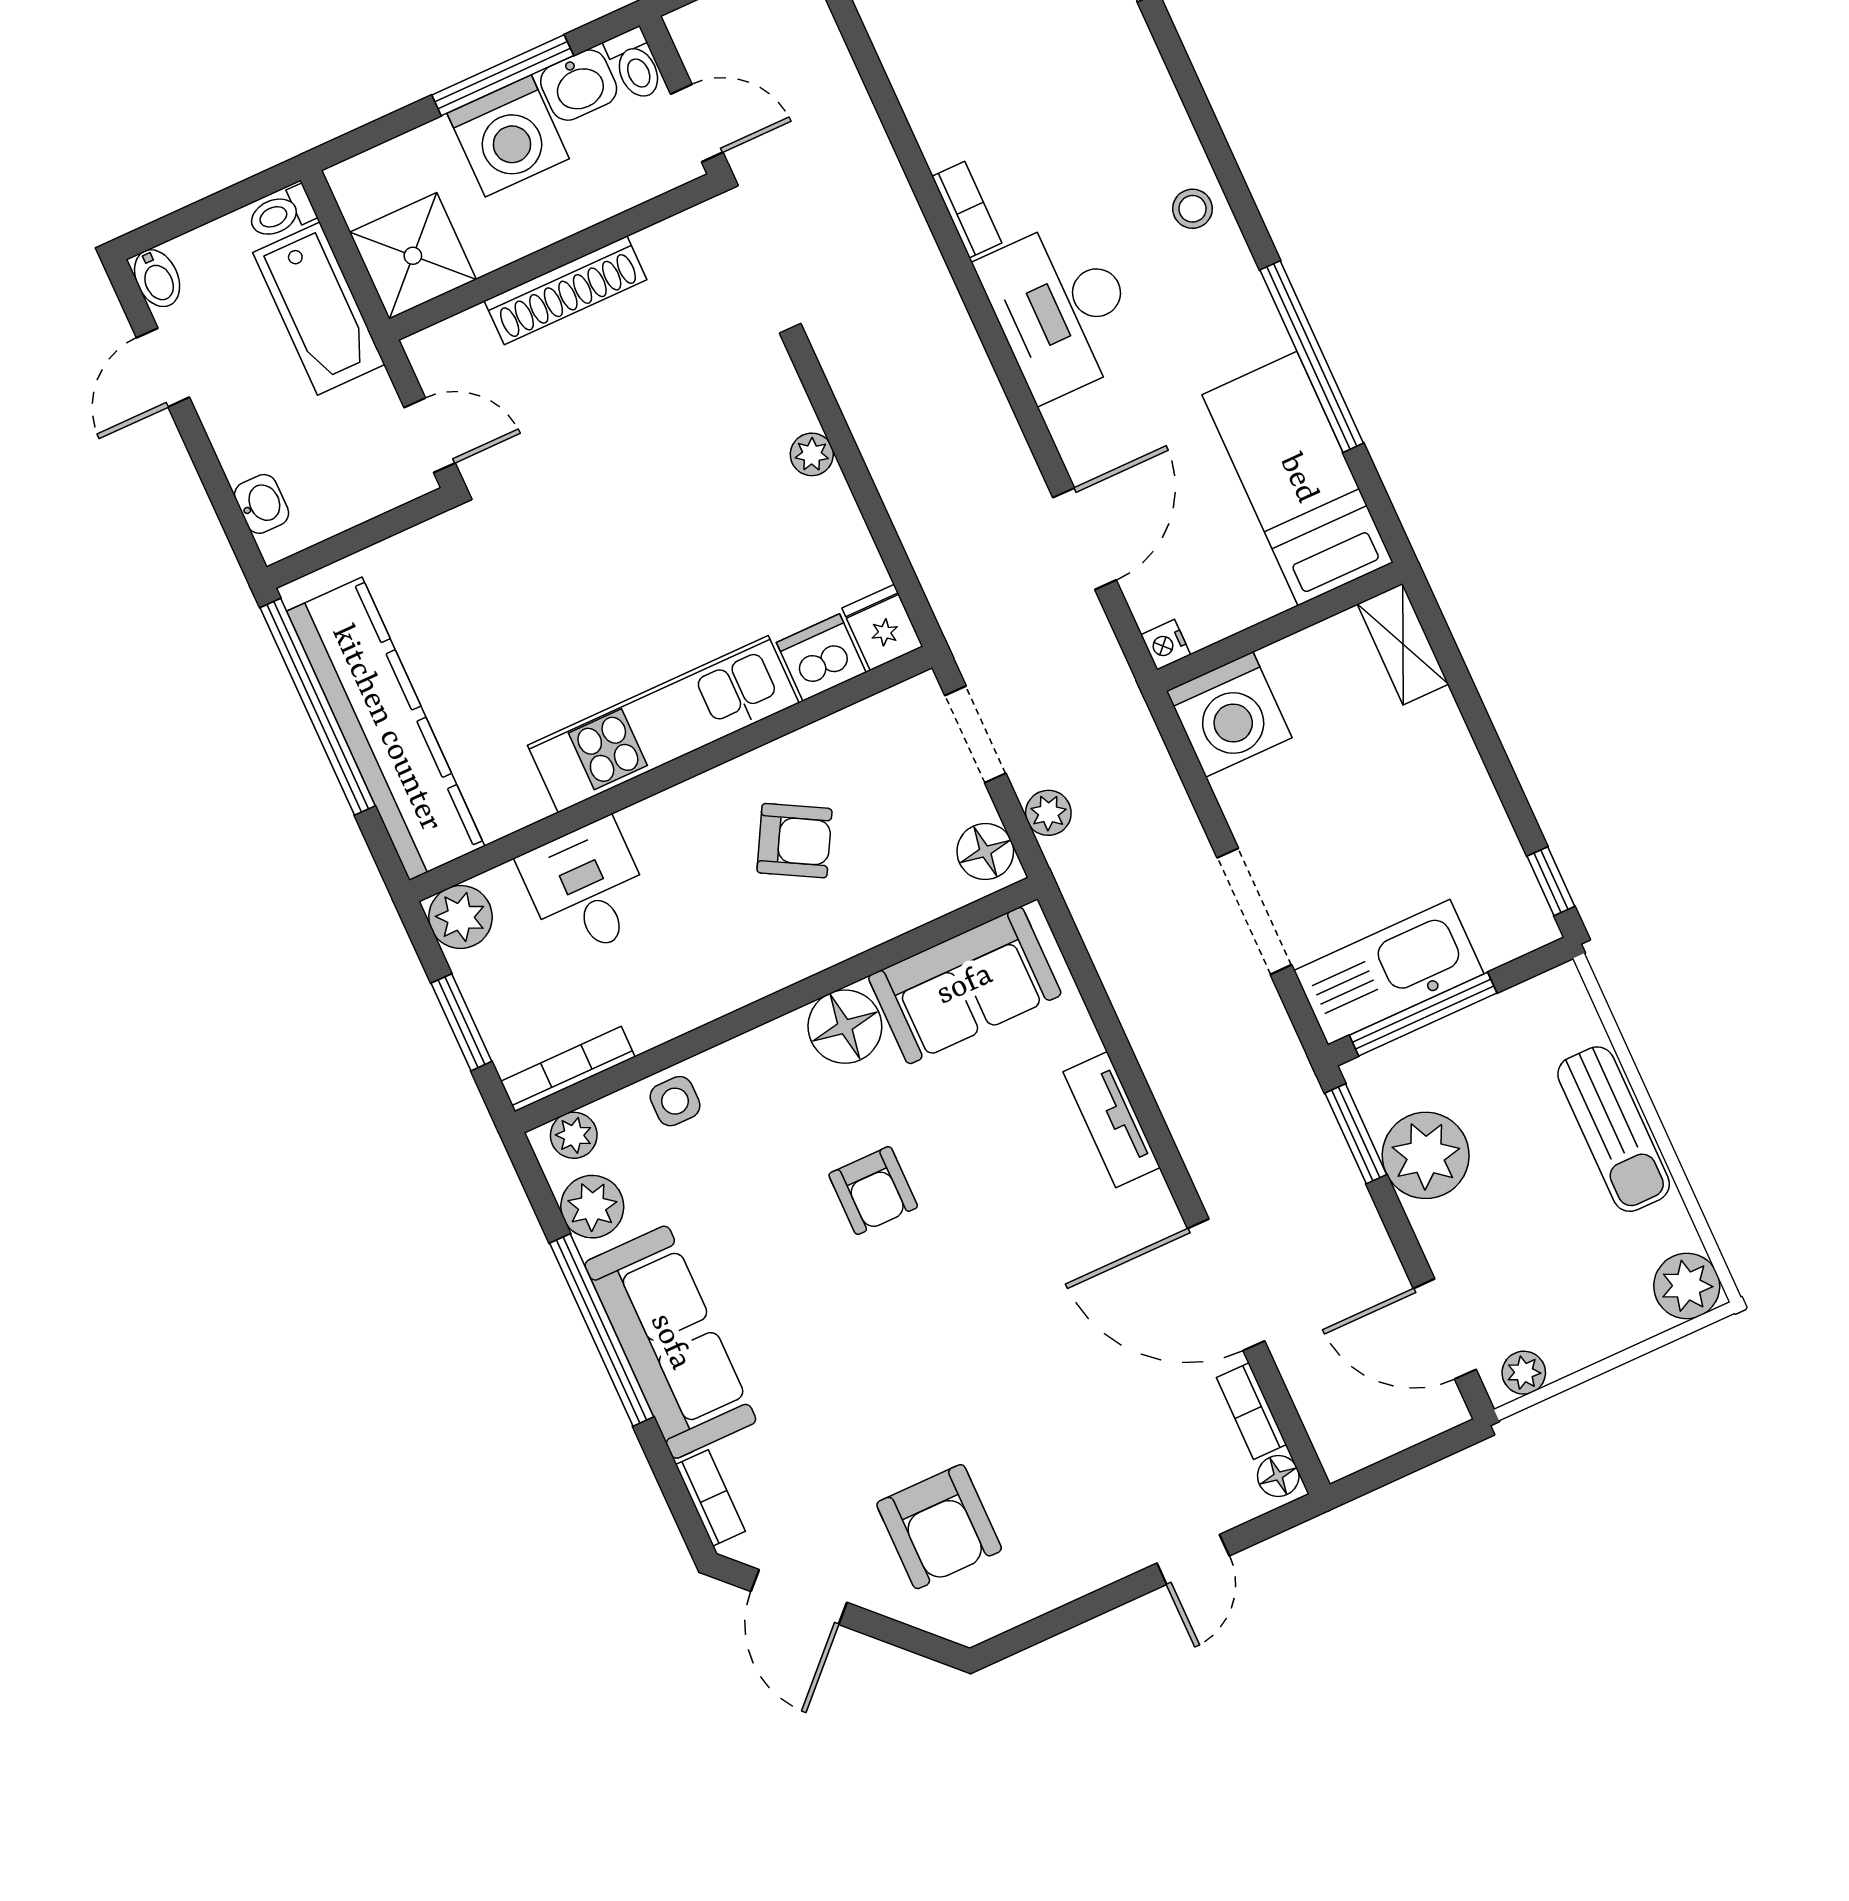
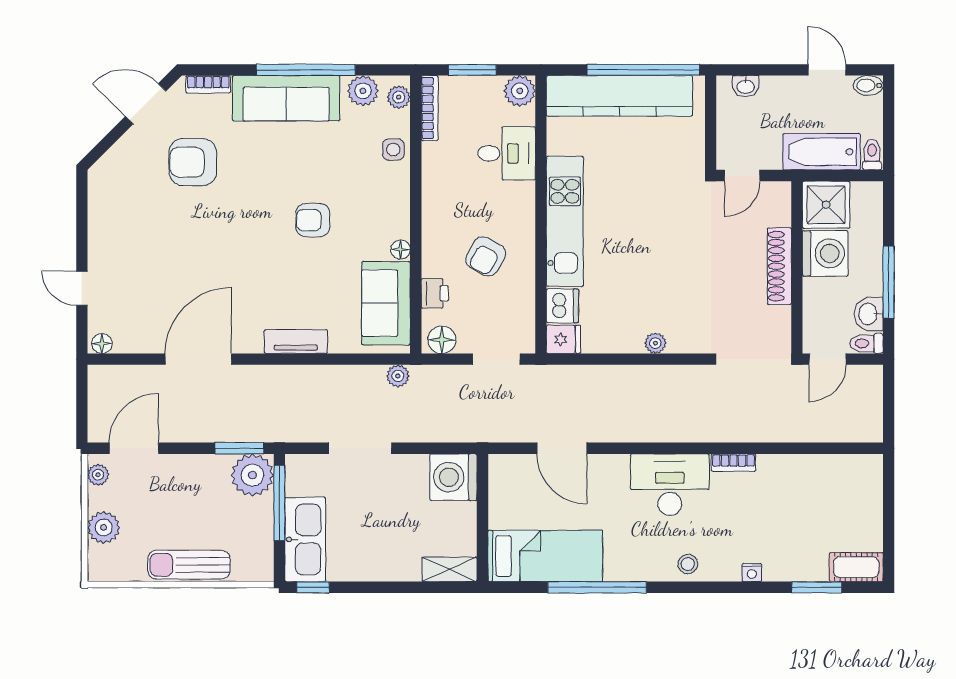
washing machine: (508, 136) -> (825, 253), moved, turned 180
nightstand: (1166, 645) -> (752, 573), moved, turned 180
plant: (1048, 813) -> (398, 376), moved
printer: (906, 904) -> (435, 293), added
kitchen sink: (1389, 972) -> (305, 539), moved
floor lamp: (845, 1027) -> (401, 250), width x0.53, depth x0.53
plant: (1426, 1155) -> (252, 475), moved
plant: (1687, 1286) -> (104, 527), moved
bookcase: (1251, 1411) -> (136, 345), removed
armchair: (939, 1527) -> (193, 162), moved

